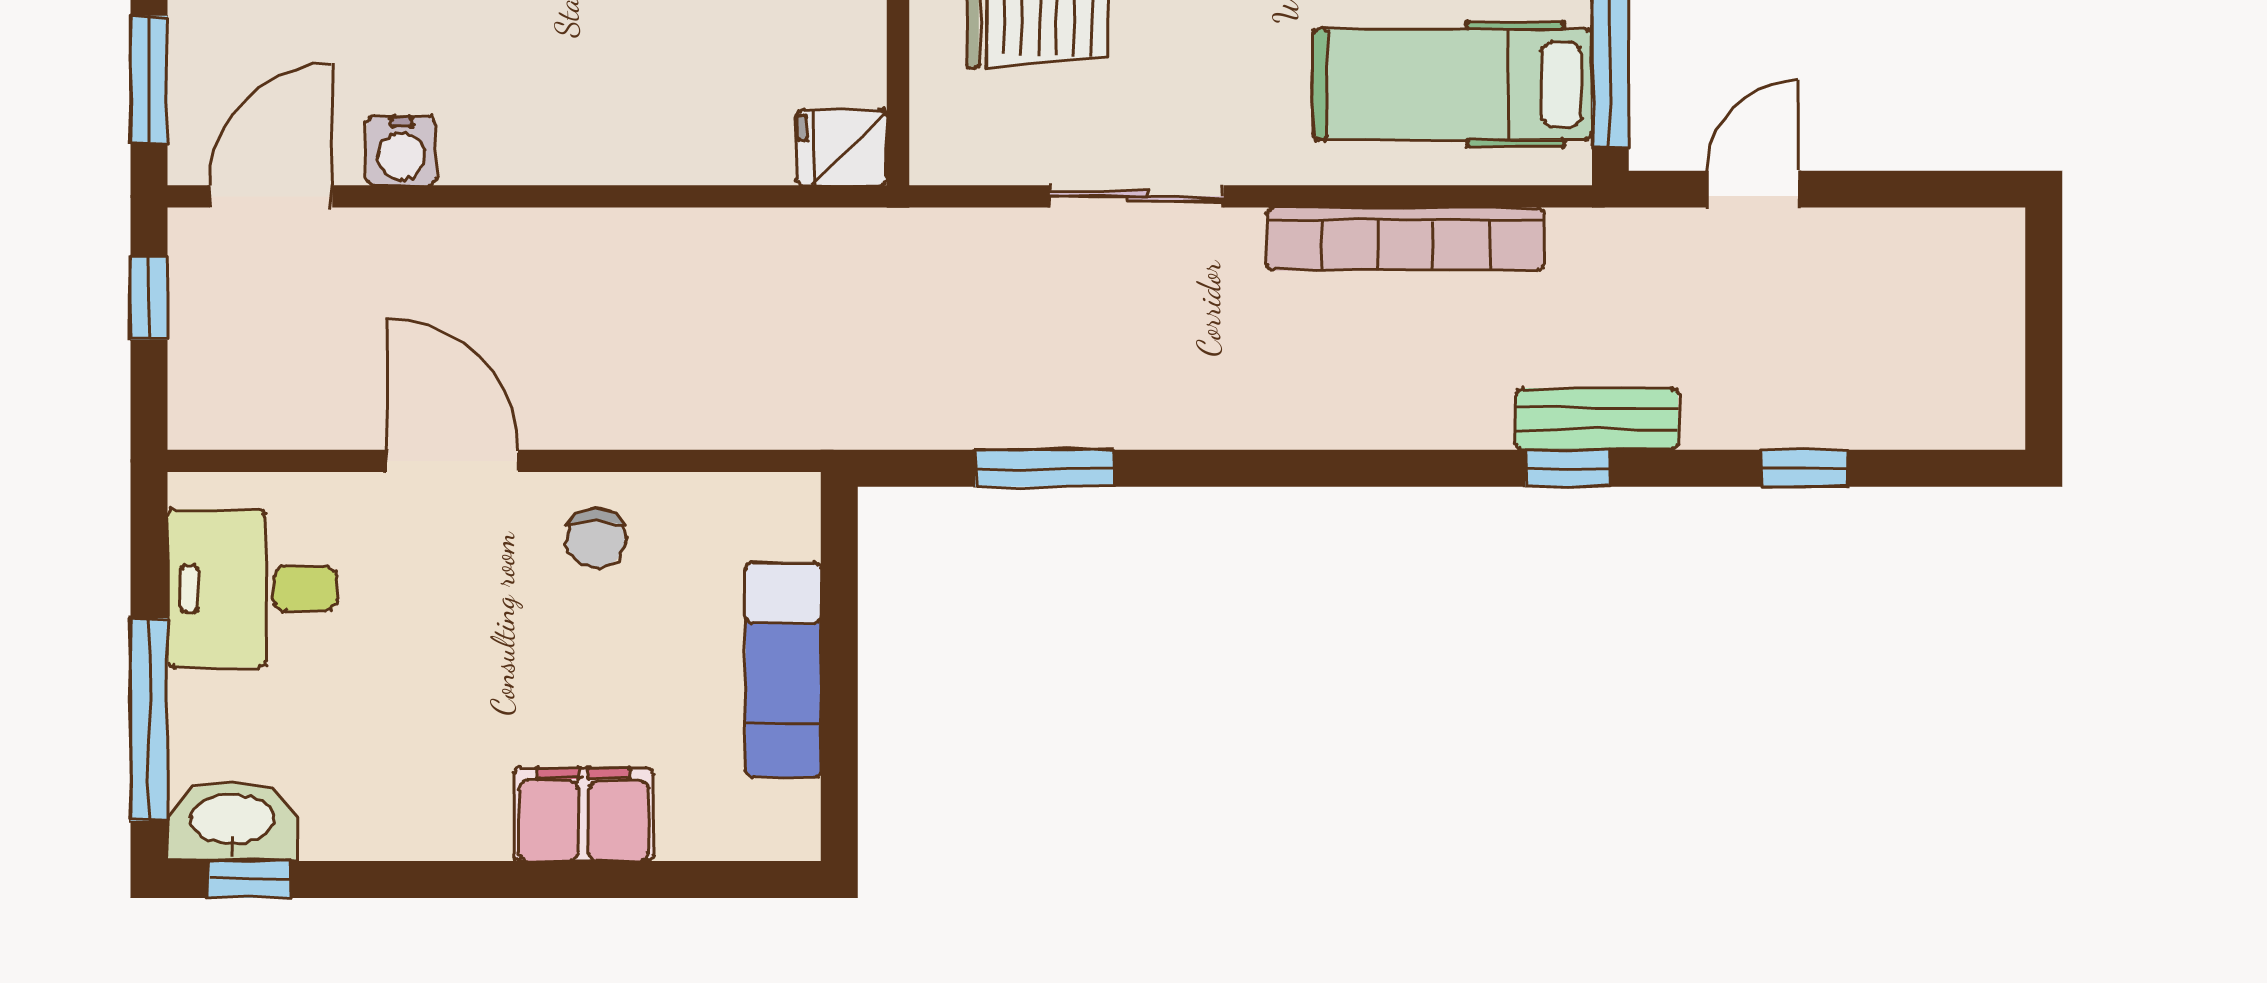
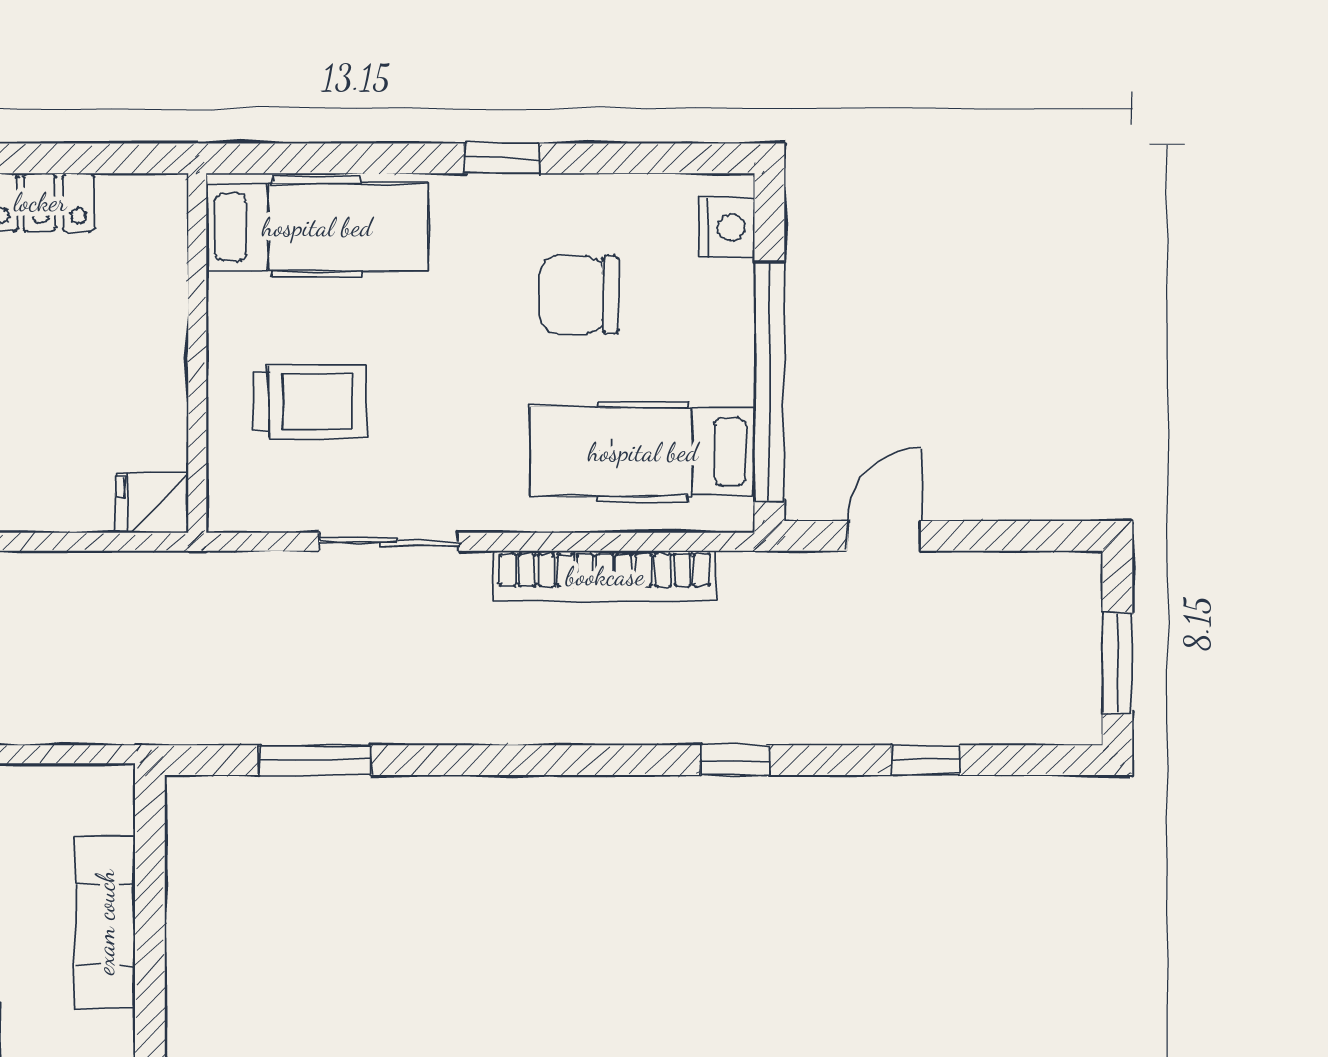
window: (2044, 347) -> (1117, 663), added
bench: (1597, 419) -> (759, 721), removed

